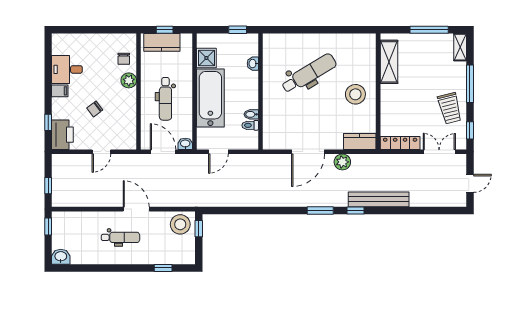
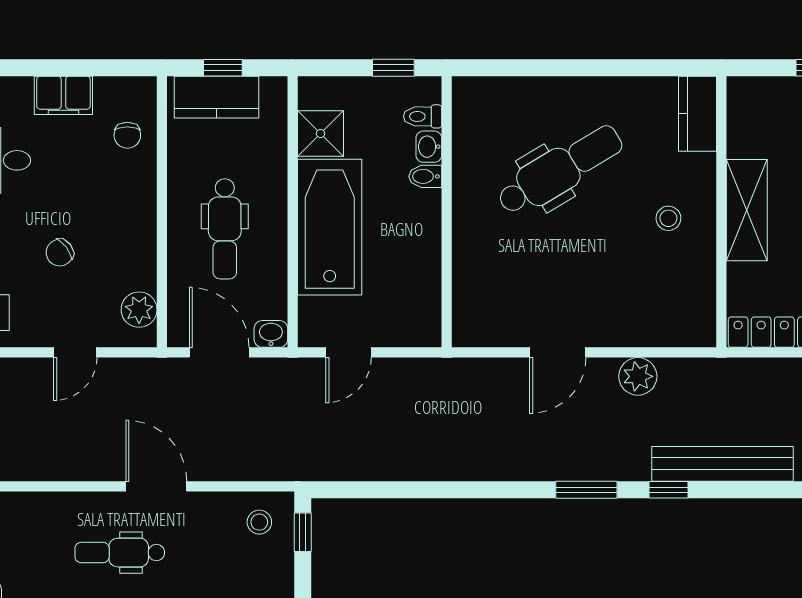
filing cabinet: (96, 42) -> (63, 95), added
shelving: (389, 62) -> (747, 210), moved
plant: (129, 80) -> (139, 310), moved
stool: (355, 94) -> (668, 218), width x0.53, depth x0.53
bidet: (251, 114) -> (425, 176), moved
toilet: (250, 125) -> (423, 116), moved
kitchen counter: (360, 141) -> (698, 114), moved, turned -90
door: (308, 152) -> (558, 352), width x0.73
stool: (180, 224) -> (259, 522), width x0.53, depth x0.53
dental chair: (120, 237) -> (120, 553), turned 180

